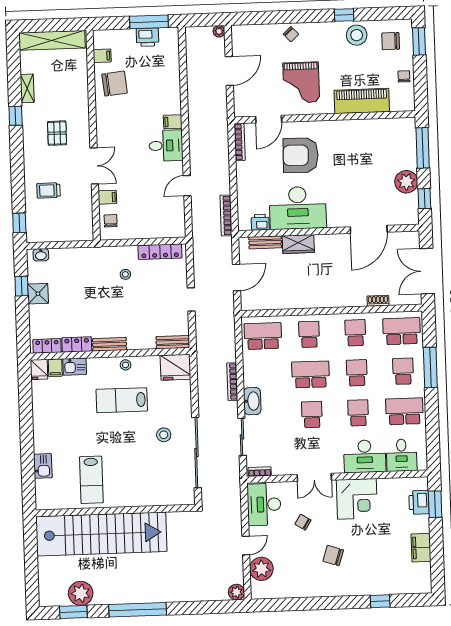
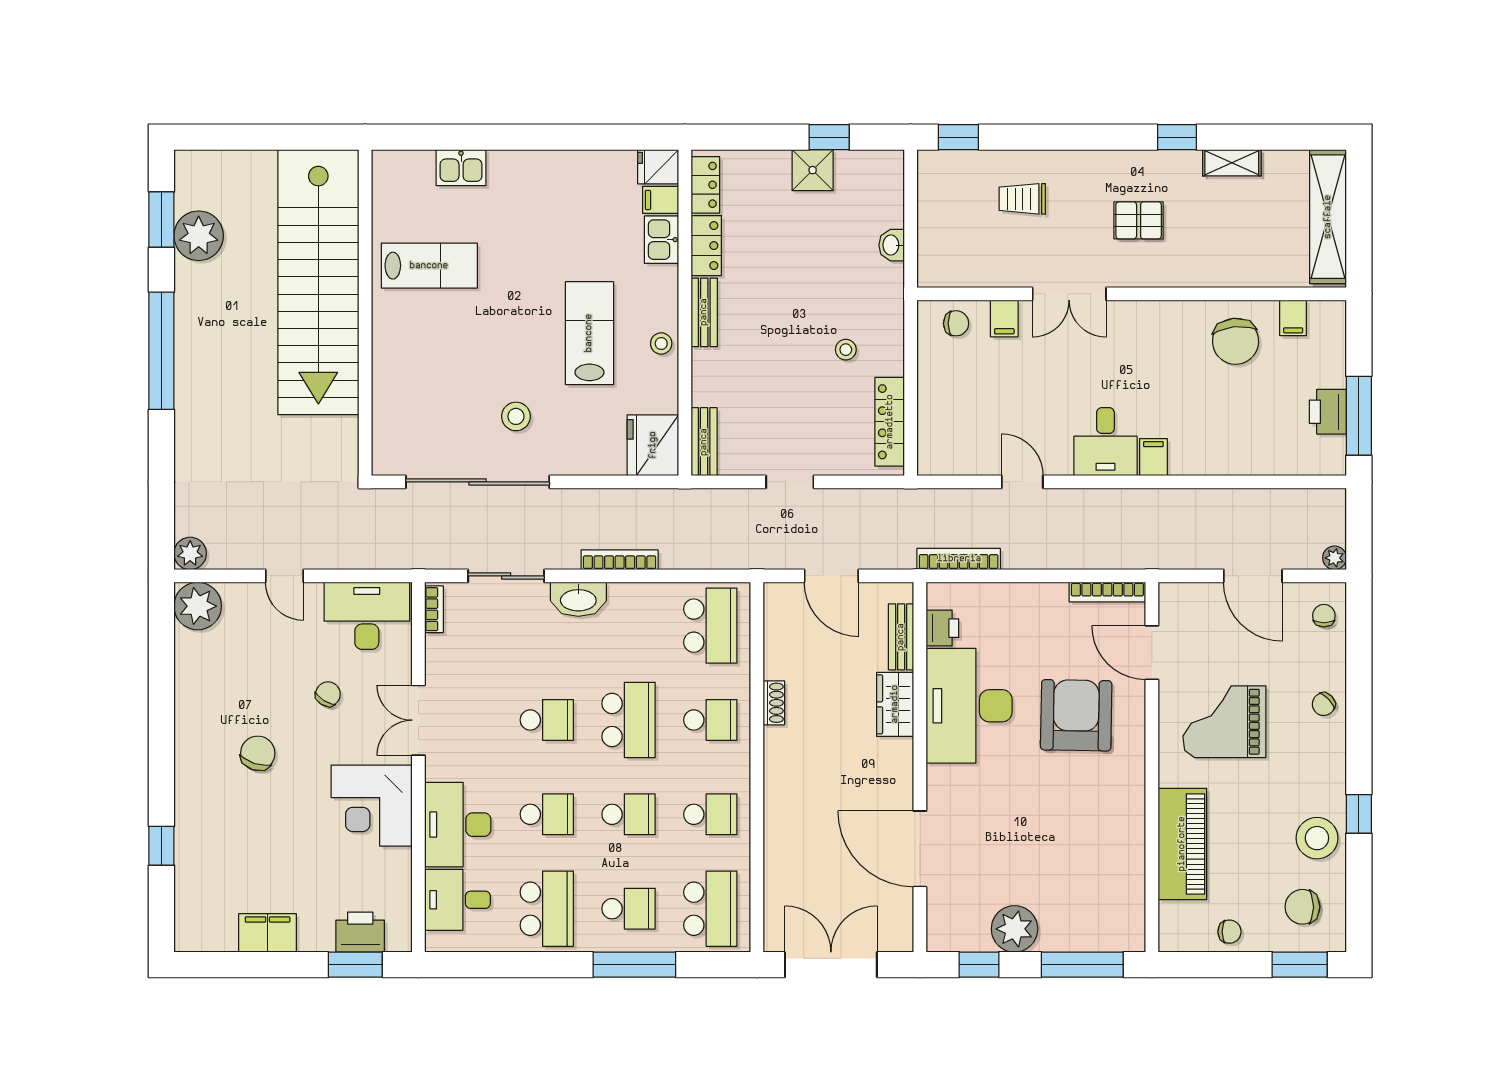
chair: (248, 36) -> (1324, 616), added
chair: (391, 41) -> (1302, 907), turned -90
trolley: (48, 190) -> (1022, 199), turned -90
washbasin: (41, 255) -> (892, 245), moved
shoe rack: (378, 301) -> (774, 703), moved
lab bench: (91, 480) -> (429, 266), turned 180
plant: (261, 569) -> (198, 606), moved

